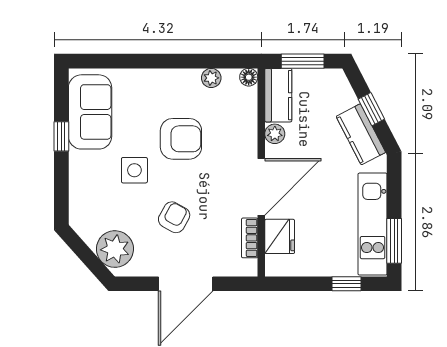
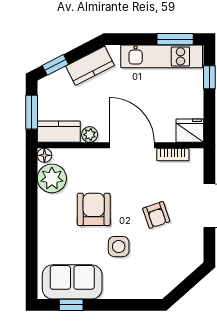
plant: (211, 78) -> (52, 178), width x1.87, depth x1.87
window: (371, 109) -> (55, 65), moved
window: (61, 136) -> (71, 305), moved
armchair: (174, 217) -> (156, 215), turned -138
fridge: (280, 236) -> (190, 131), moved
plant: (115, 249) -> (182, 262), removed

